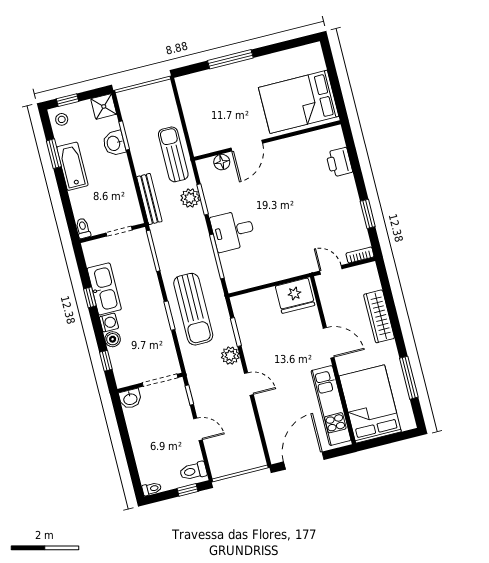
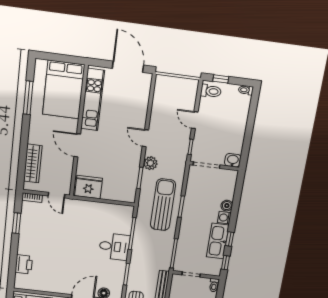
plant: (190, 198) -> (134, 278), removed
wardrobe: (379, 316) -> (33, 163), moved
window: (106, 361) -> (225, 263), moved
door: (304, 461) -> (128, 67), swing flipped

